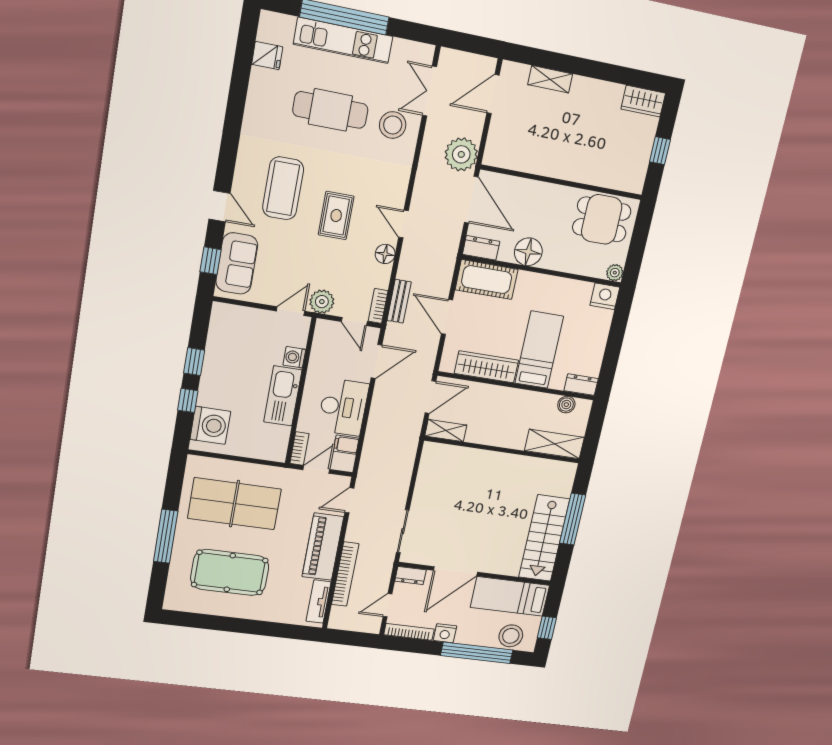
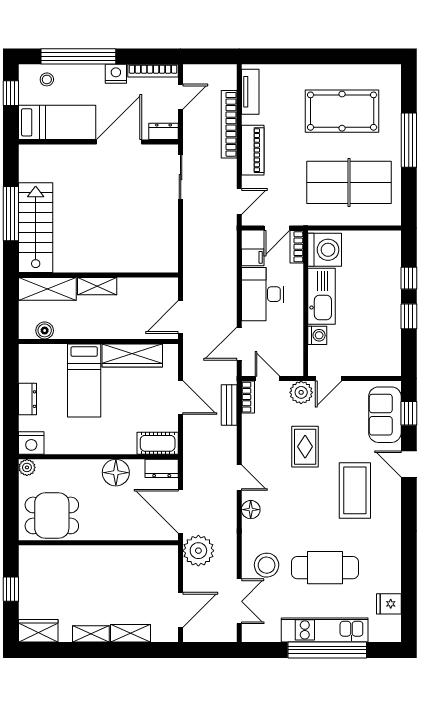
shelving: (591, 87) -> (91, 634), added
rug: (336, 216) -> (305, 447), moved
floor lamp: (385, 254) -> (251, 510), moved
cot: (487, 280) -> (158, 443), width x0.73, depth x0.75
dresser: (581, 385) -> (28, 399), moved, turned -90
washing machine: (210, 425) -> (325, 250), moved, turned 180
shelving: (446, 431) -> (97, 286), moved
stairs: (544, 538) -> (36, 228), moved
piano: (323, 547) -> (253, 150), width x0.73, depth x0.75
stool: (511, 636) -> (47, 79), width x0.53, depth x0.53

